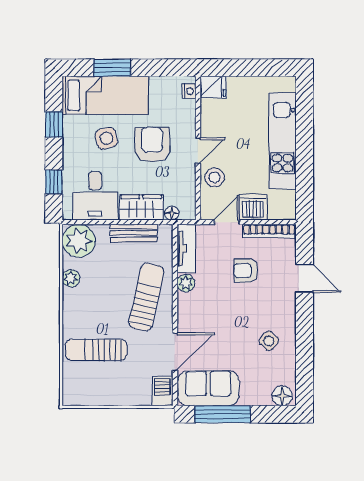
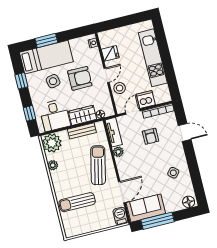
fridge: (213, 87) -> (110, 53), moved
armchair: (152, 145) -> (80, 78), turned 91
armchair: (246, 271) -> (150, 136), turned -90

